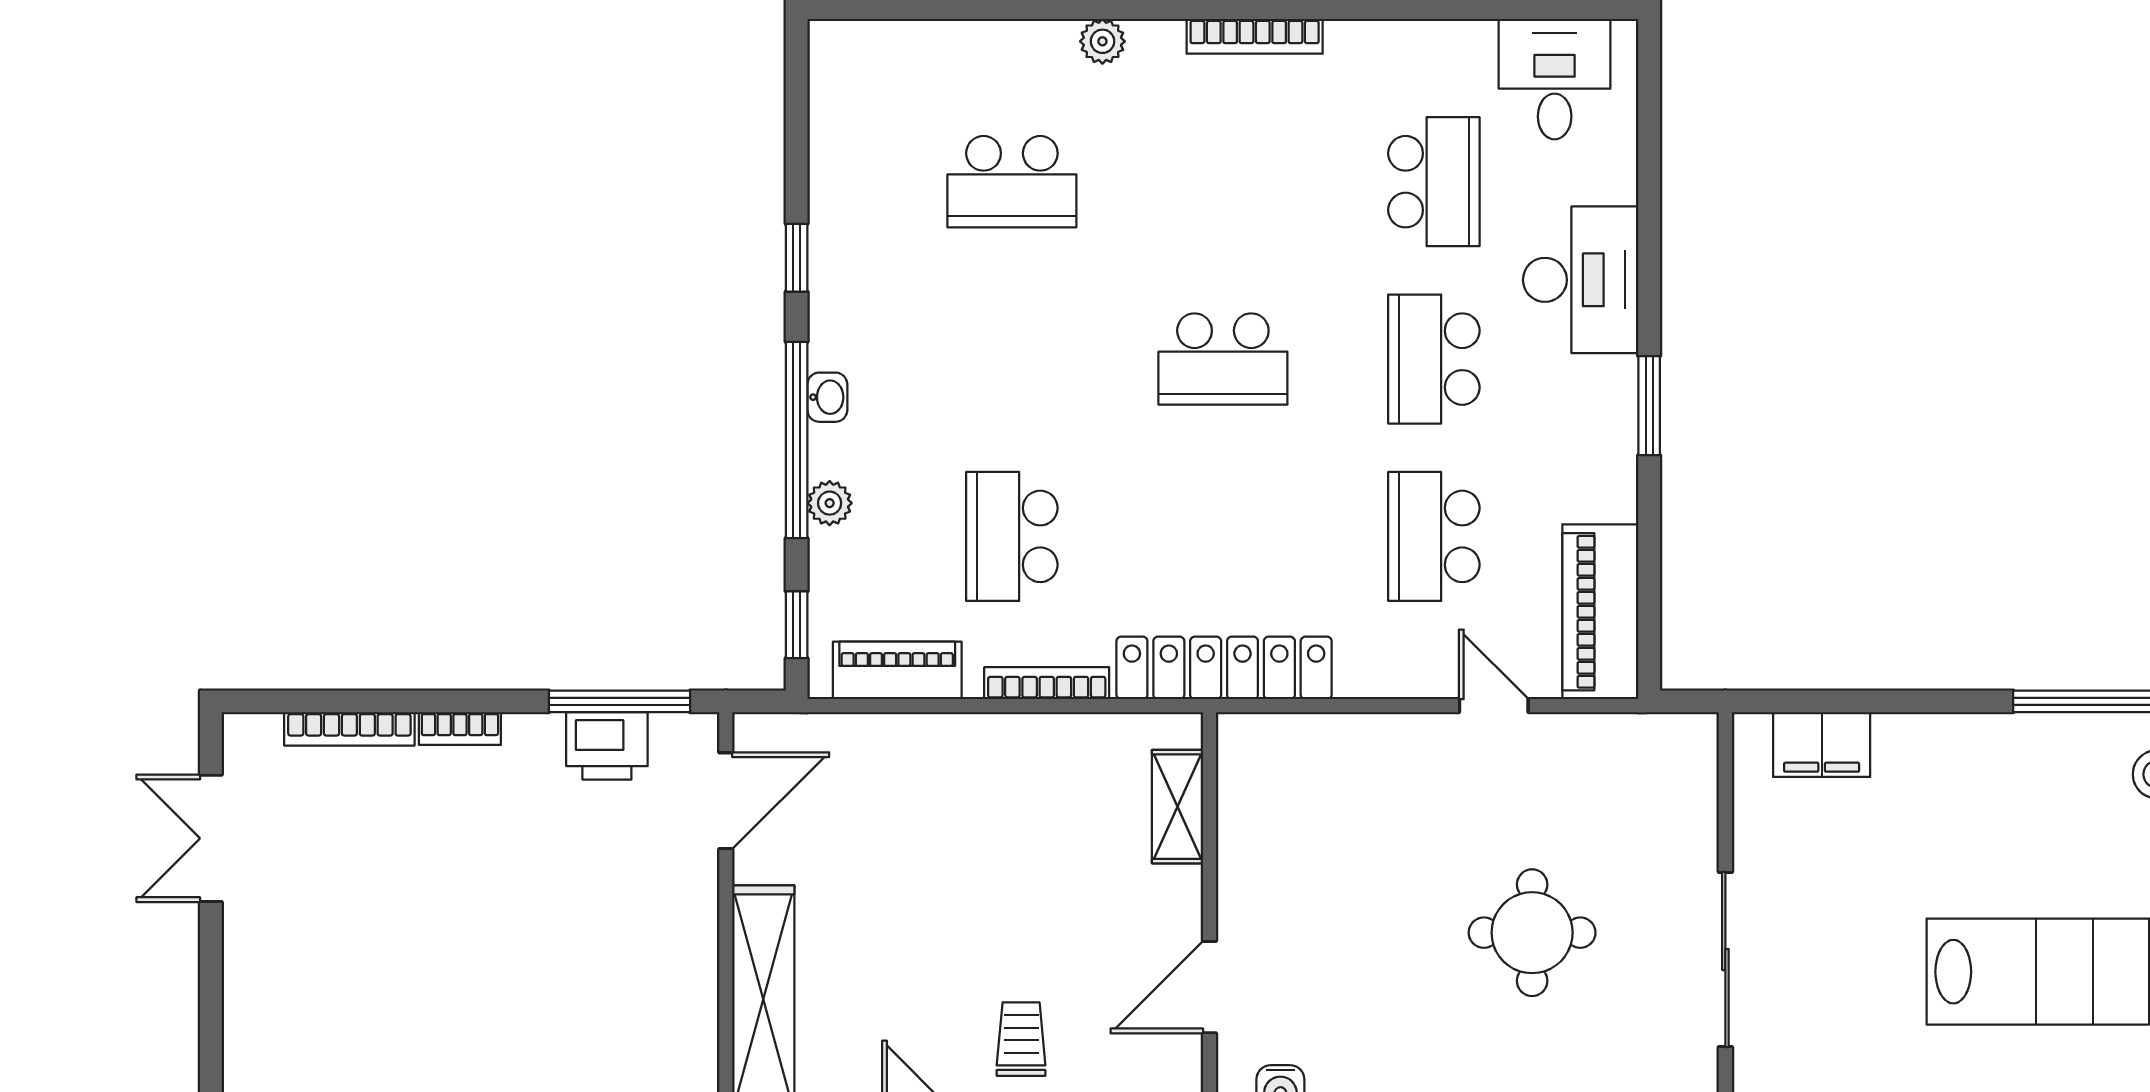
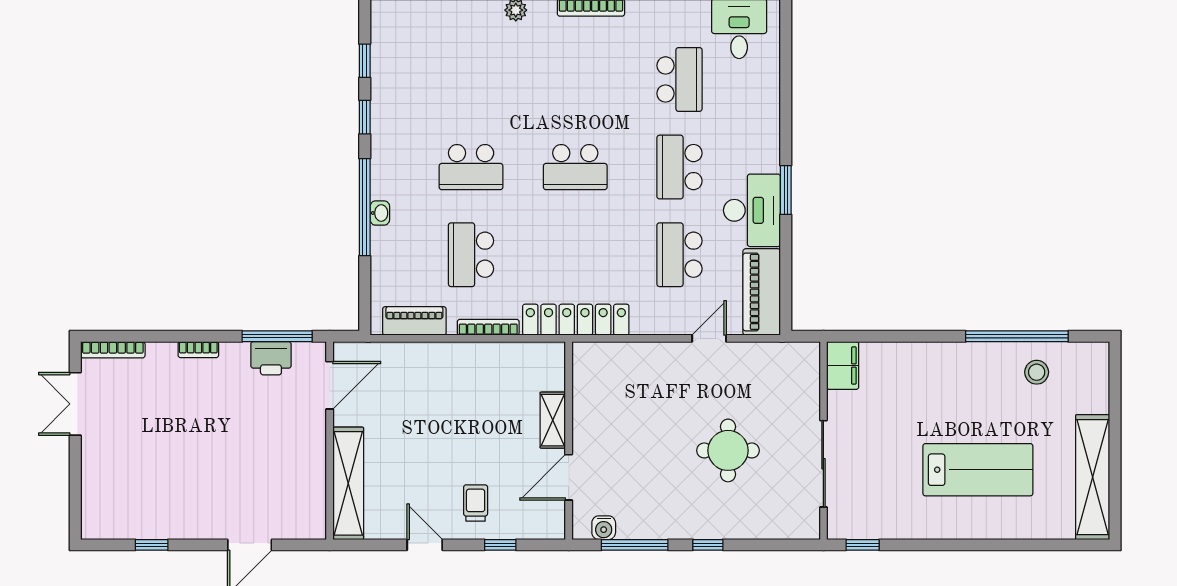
school desk: (1012, 182) -> (471, 167), moved
desk: (1581, 280) -> (752, 210), moved
washbasin: (827, 397) -> (380, 213), moved
plant: (830, 503) -> (381, 238), removed
window: (797, 625) -> (365, 61), moved
door: (1494, 706) -> (709, 338), hinge flipped
bookcase: (349, 729) -> (113, 350), moved
filing cabinet: (1822, 745) -> (843, 365), moved, turned -90
shelving: (1177, 807) -> (553, 420), moved

